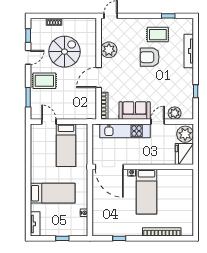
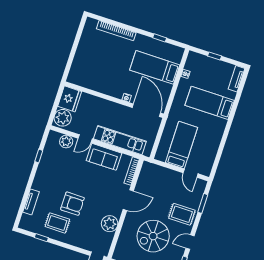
tv unit: (189, 51) -> (31, 202), width x0.71
bed: (147, 192) -> (155, 67), moved, turned -90

